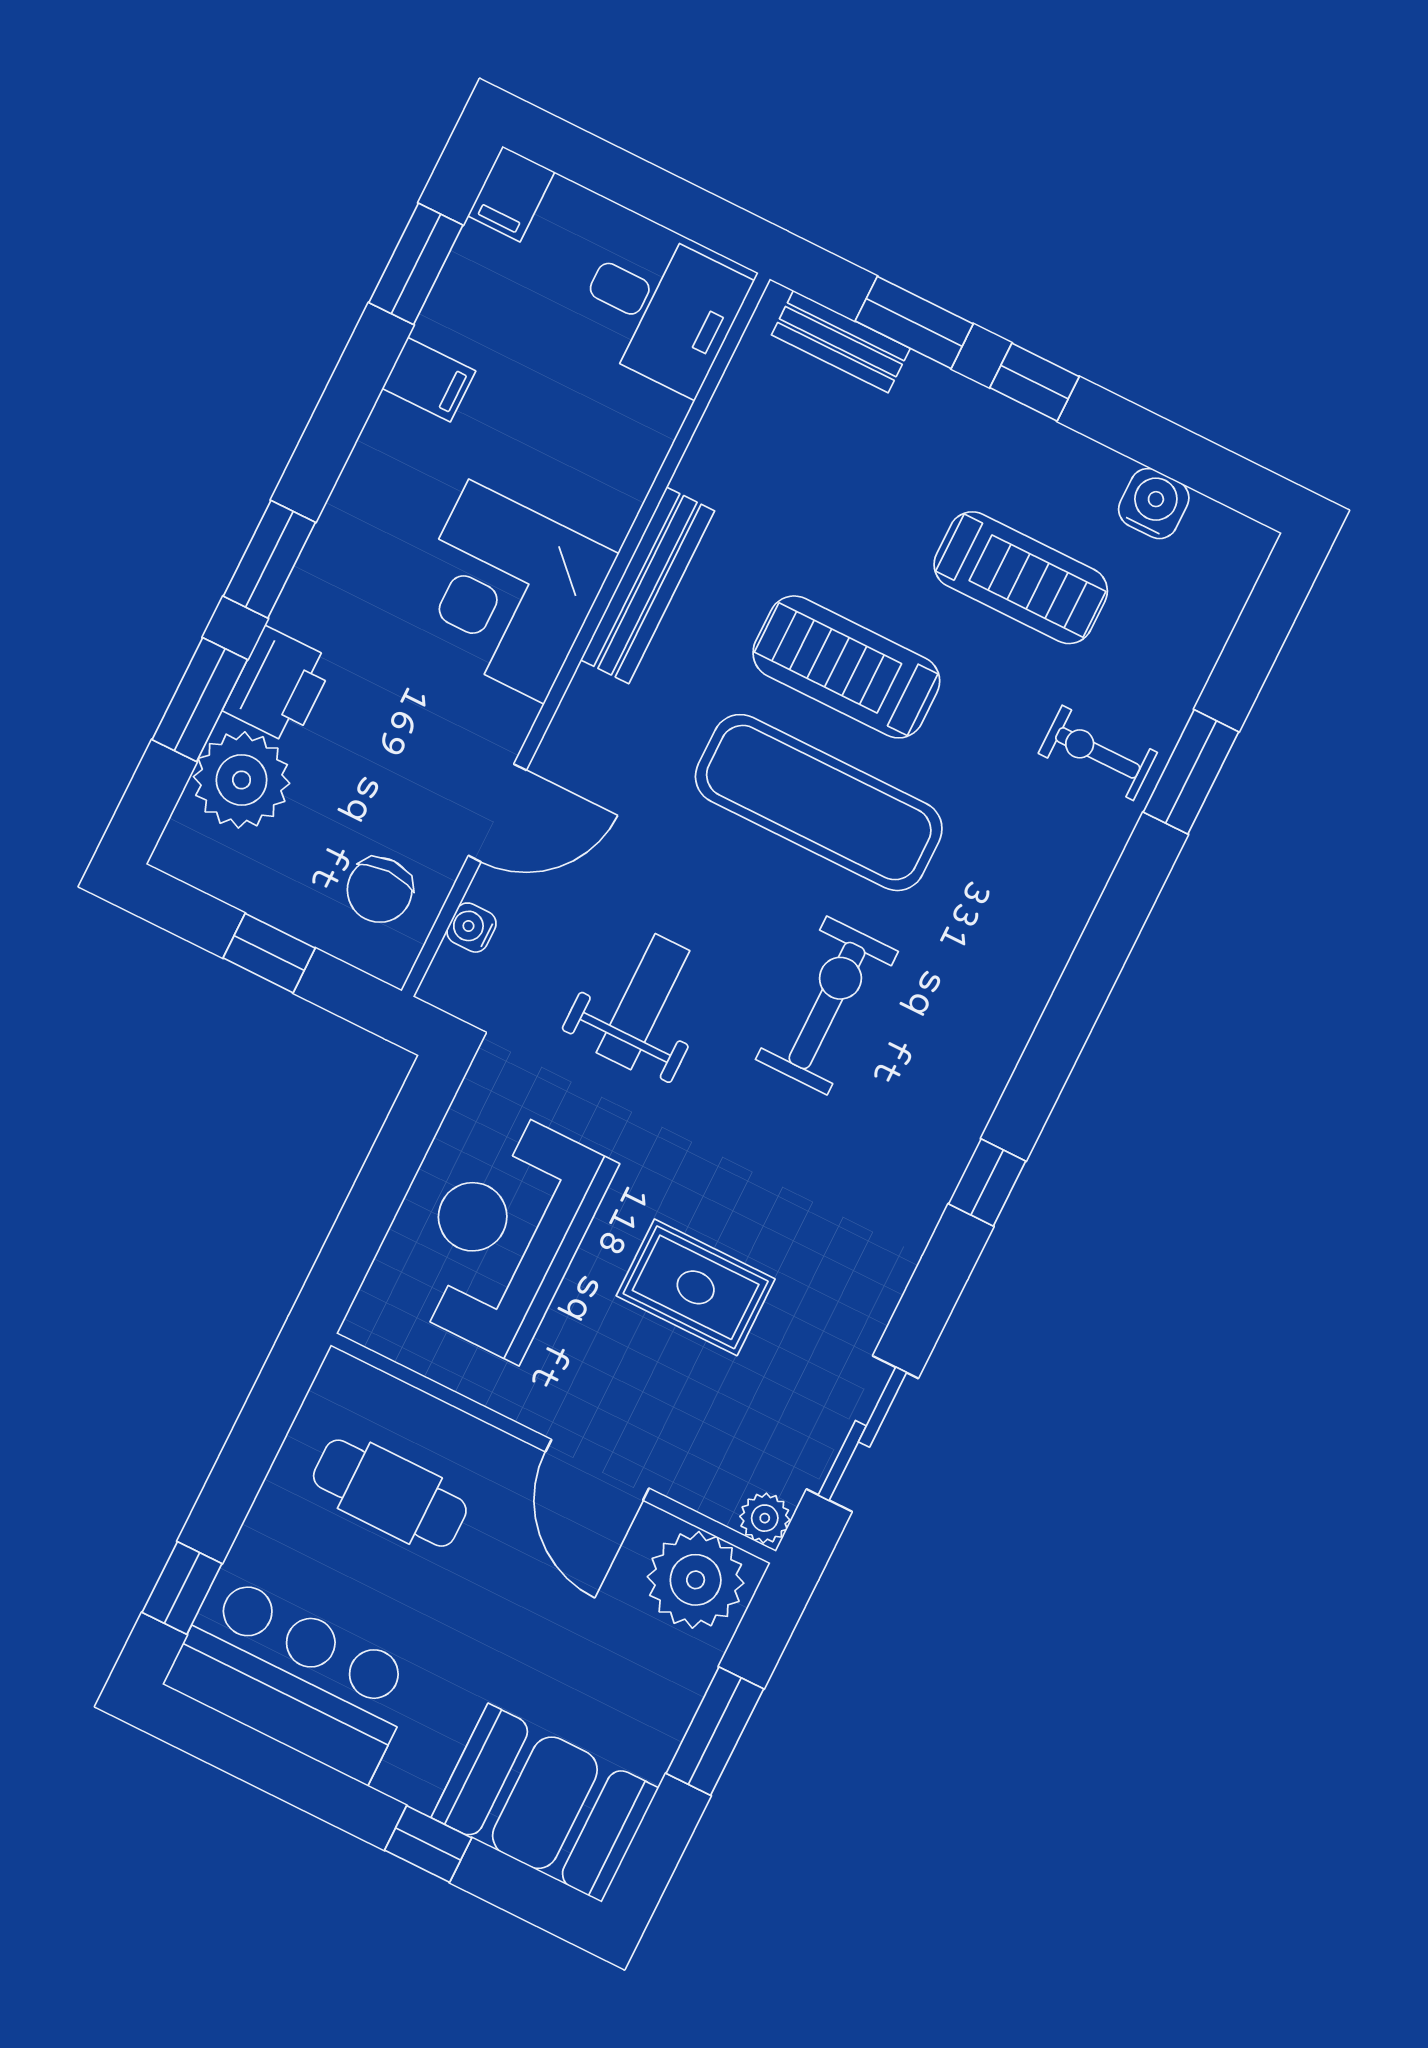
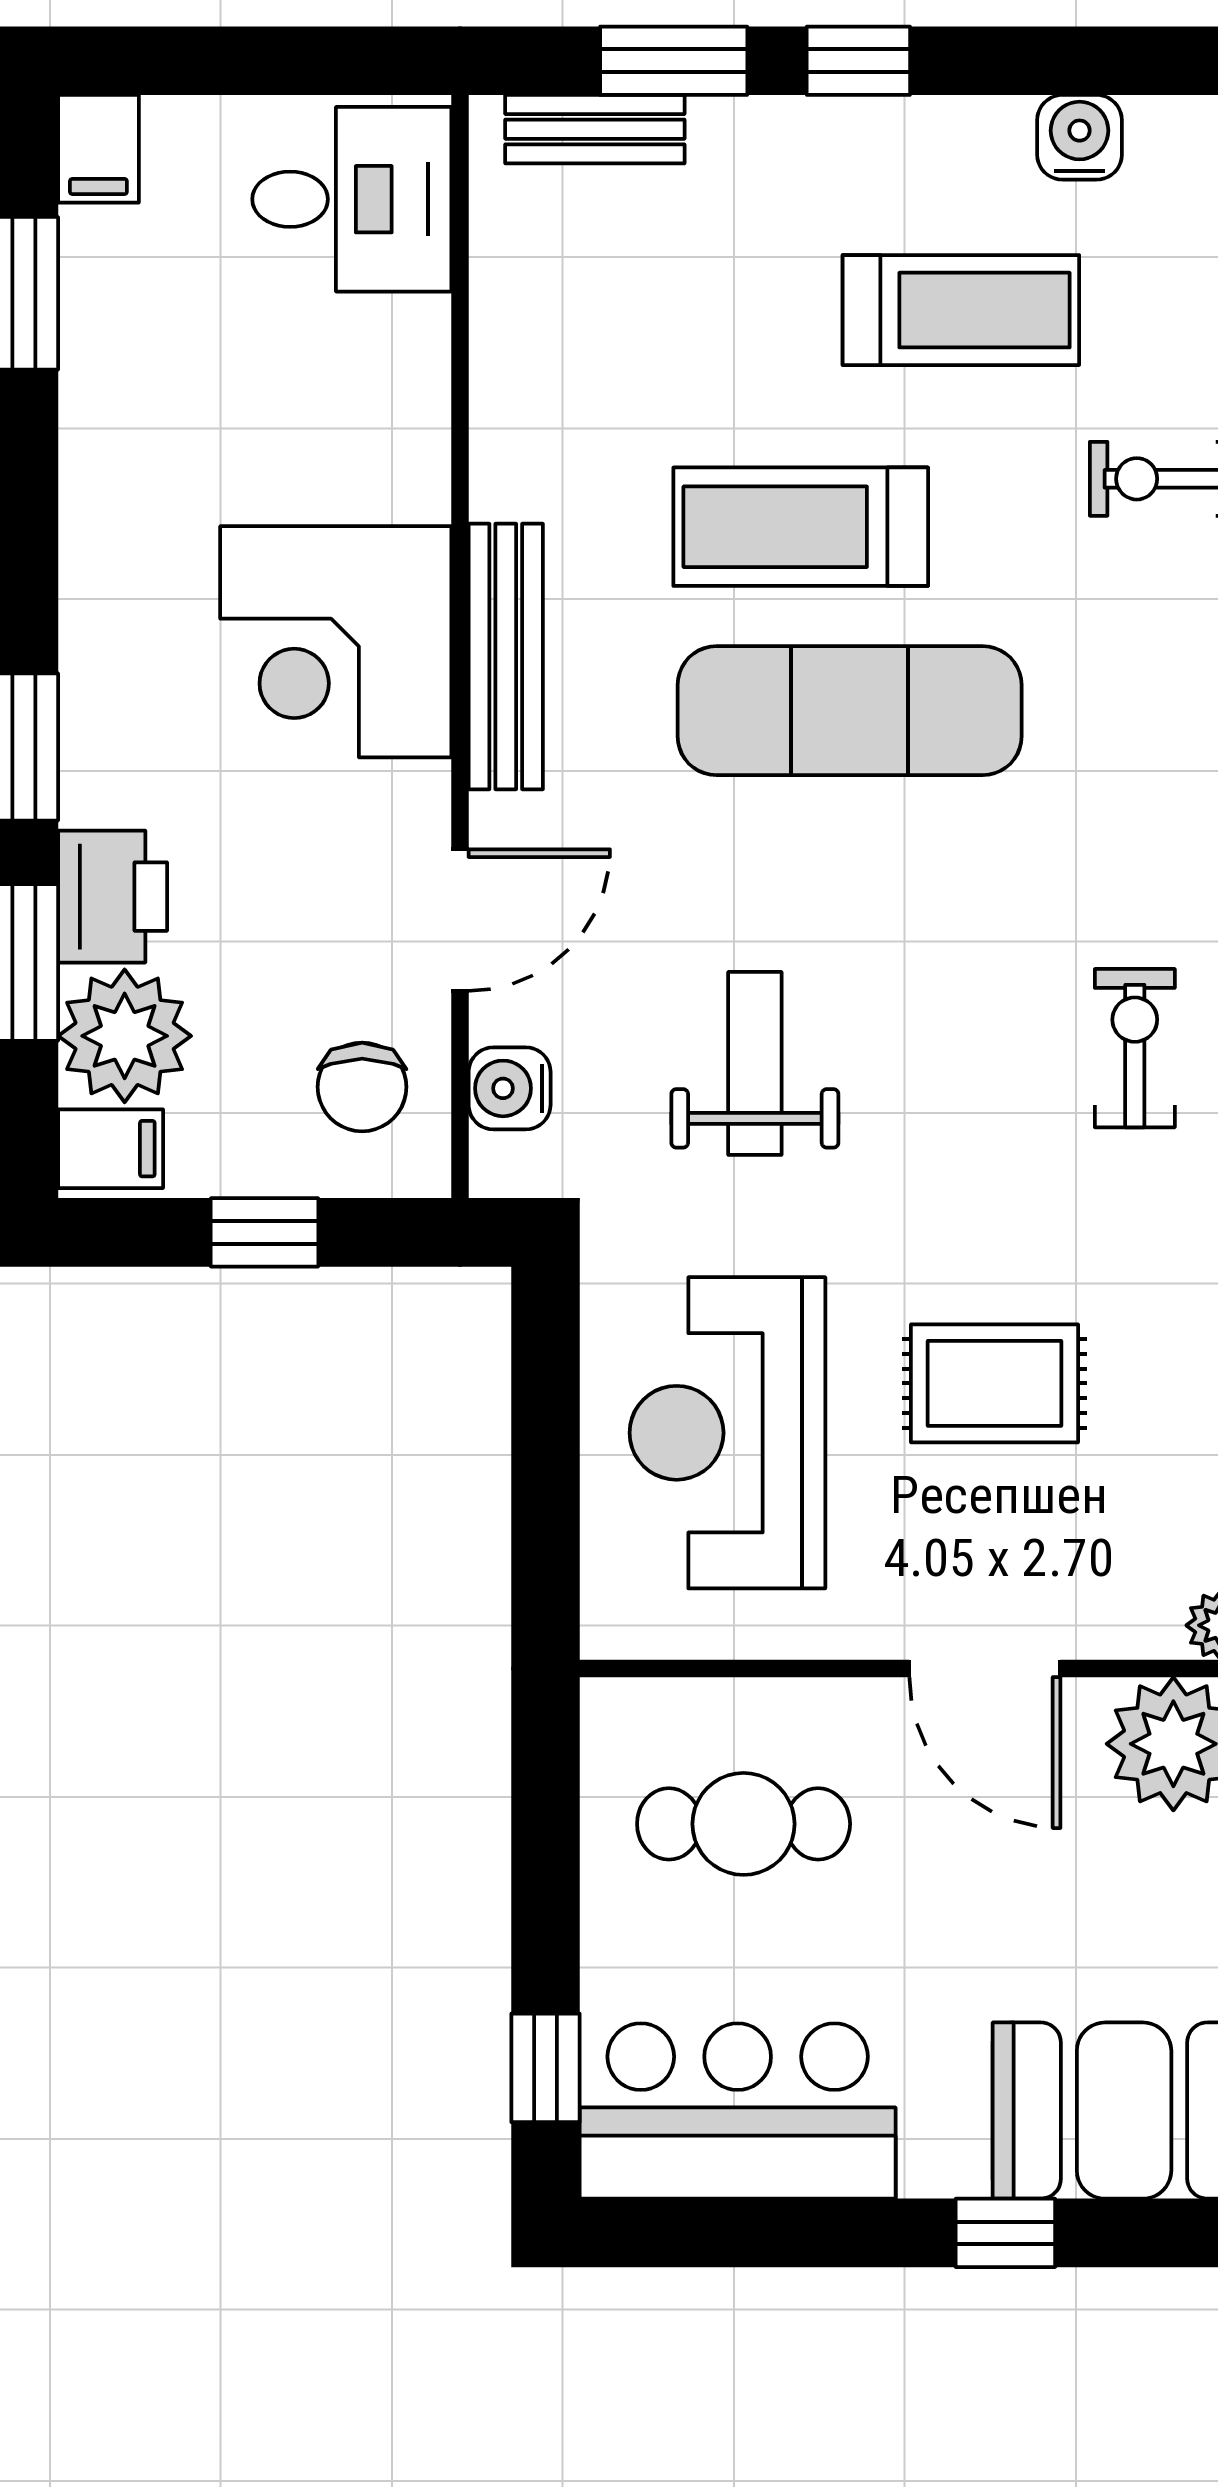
filing cabinet: (429, 380) -> (111, 1149), moved
bench: (647, 585) -> (506, 656), moved
water cooler: (472, 928) -> (510, 1088), width x1.38, depth x1.38
exercise bike: (827, 1005) -> (1135, 1048), moved, width x0.73, depth x0.72

